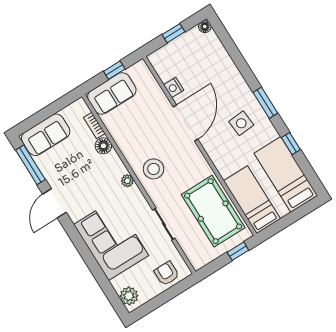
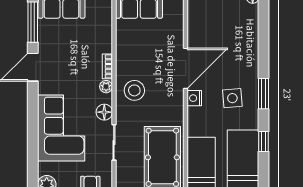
nightstand: (174, 88) -> (194, 98), moved
bookcase: (94, 125) -> (107, 66), moved
floor lamp: (103, 146) -> (104, 112), moved

